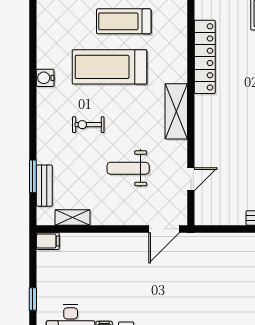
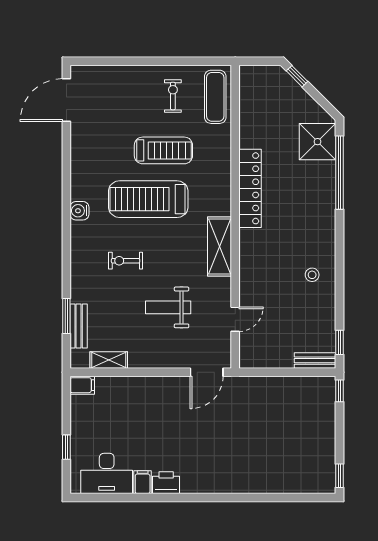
treadmill: (124, 21) -> (163, 150), turned 180

